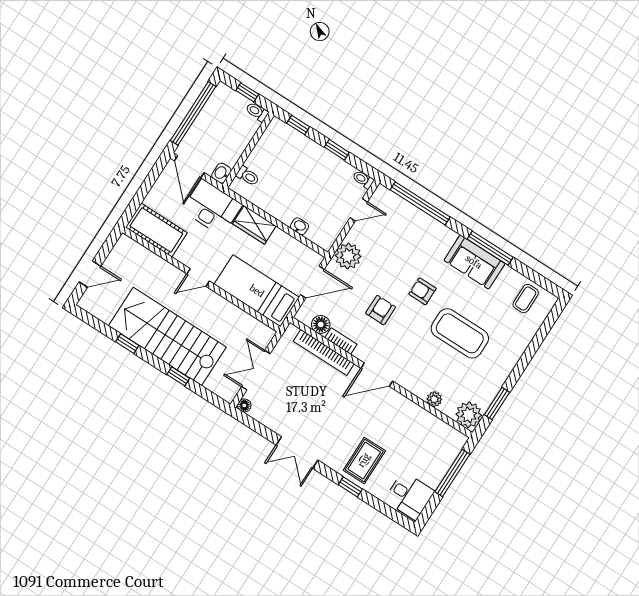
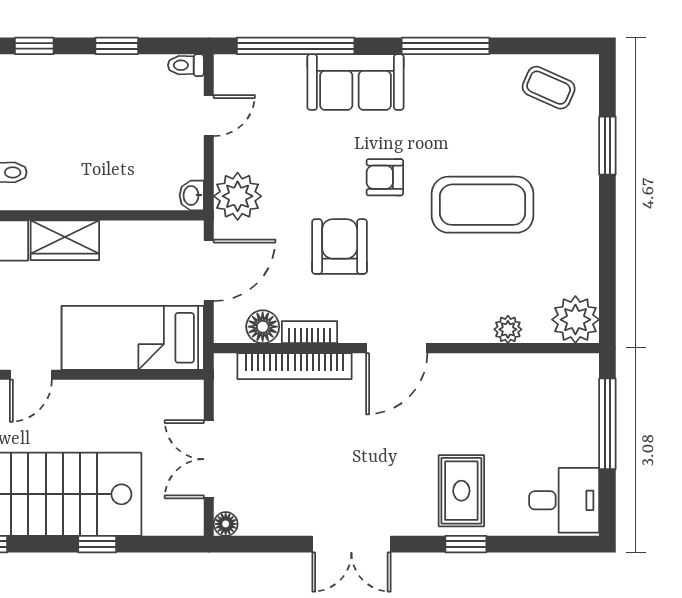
washbasin: (299, 226) -> (192, 195), moved, turned -90
sofa: (474, 262) -> (355, 82), moved
coffee table: (526, 299) -> (549, 88), turned -66
armchair: (381, 310) -> (340, 247), width x1.38, depth x1.38
window: (497, 403) -> (607, 146), moved

